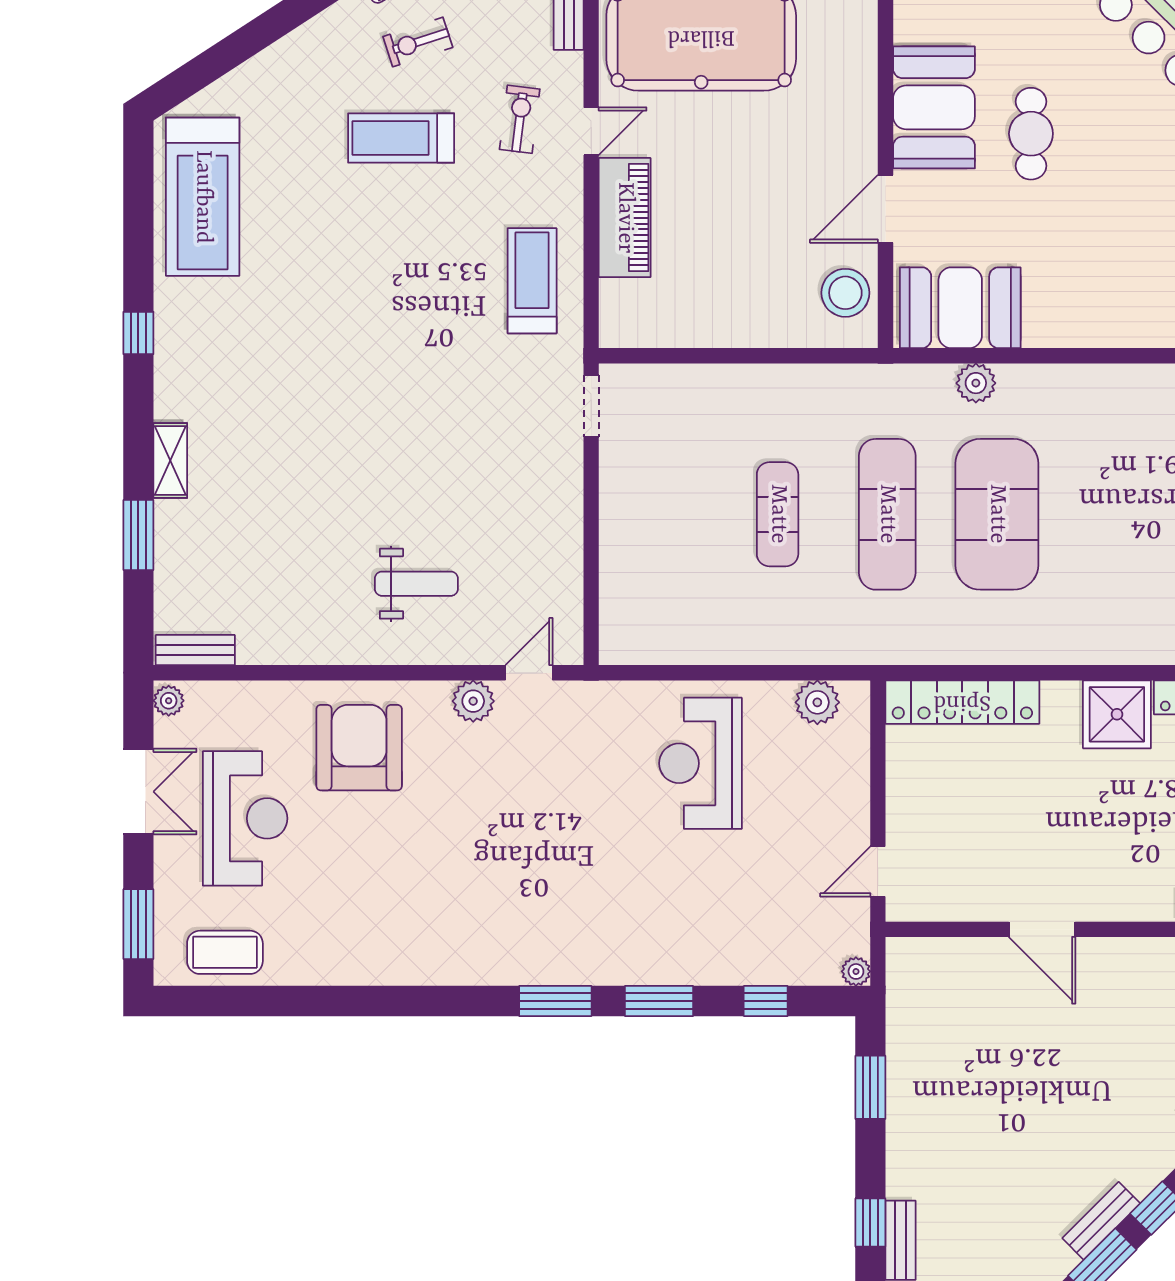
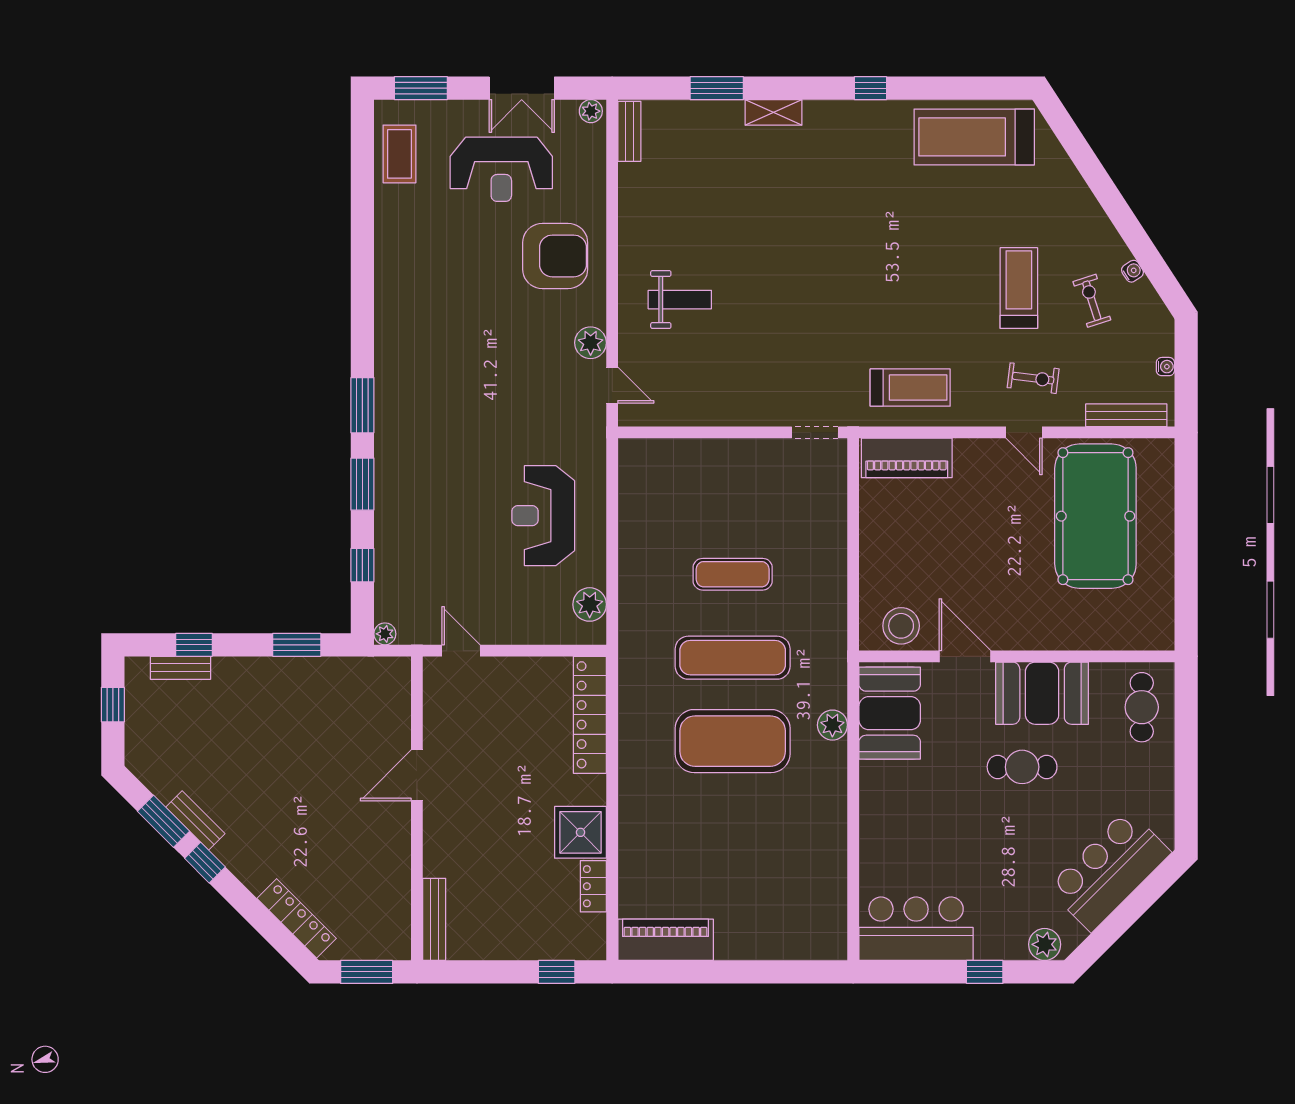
piano: (625, 218) -> (907, 458), moved
weight bench: (416, 584) -> (680, 300), turned -90
reception desk: (700, 763) -> (543, 516), turned -90

